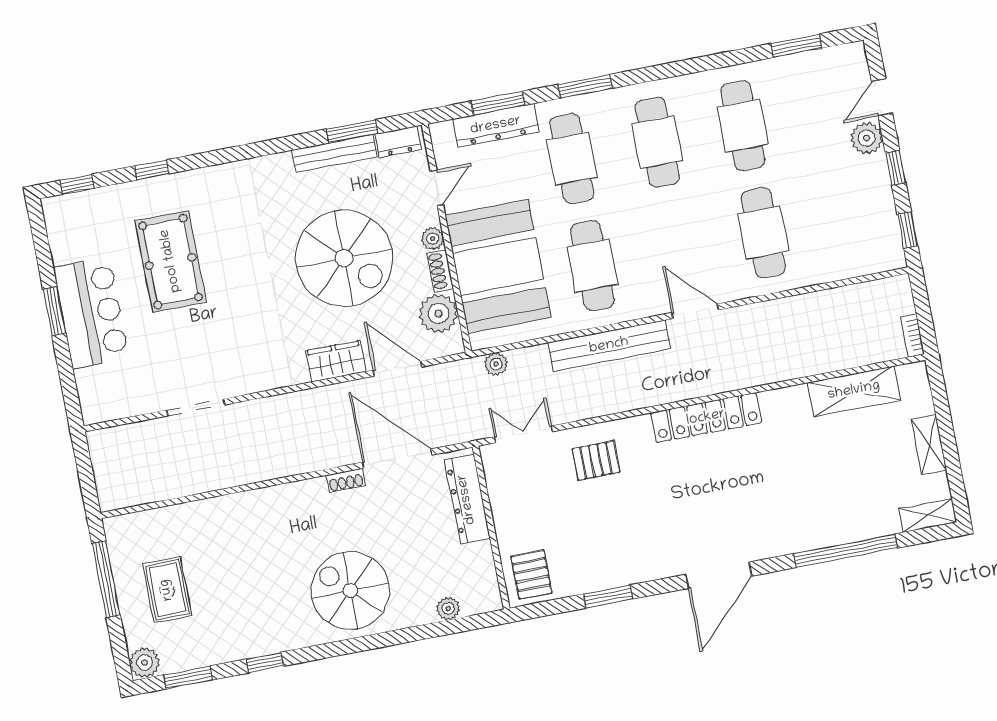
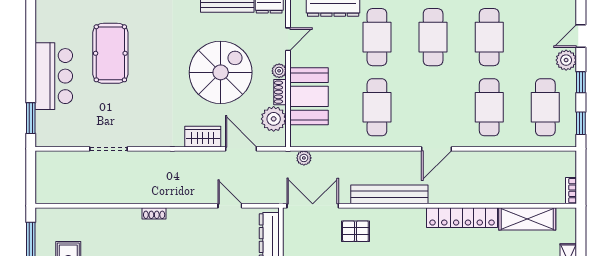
cafe table: (849, 216) -> (545, 107), added
spiral stairs: (344, 258) -> (221, 72), turned -90
booth: (498, 266) -> (309, 96), width x0.73, depth x0.70
window: (54, 311) -> (31, 118), moved
door: (695, 311) -> (436, 149), swing flipped
bench: (609, 346) -> (389, 194), moved
locker: (706, 418) -> (462, 218), moved
double door: (523, 434) -> (313, 206), width x1.37
door: (397, 459) -> (230, 206), width x0.53
shoe rack: (346, 480) -> (154, 213), moved

